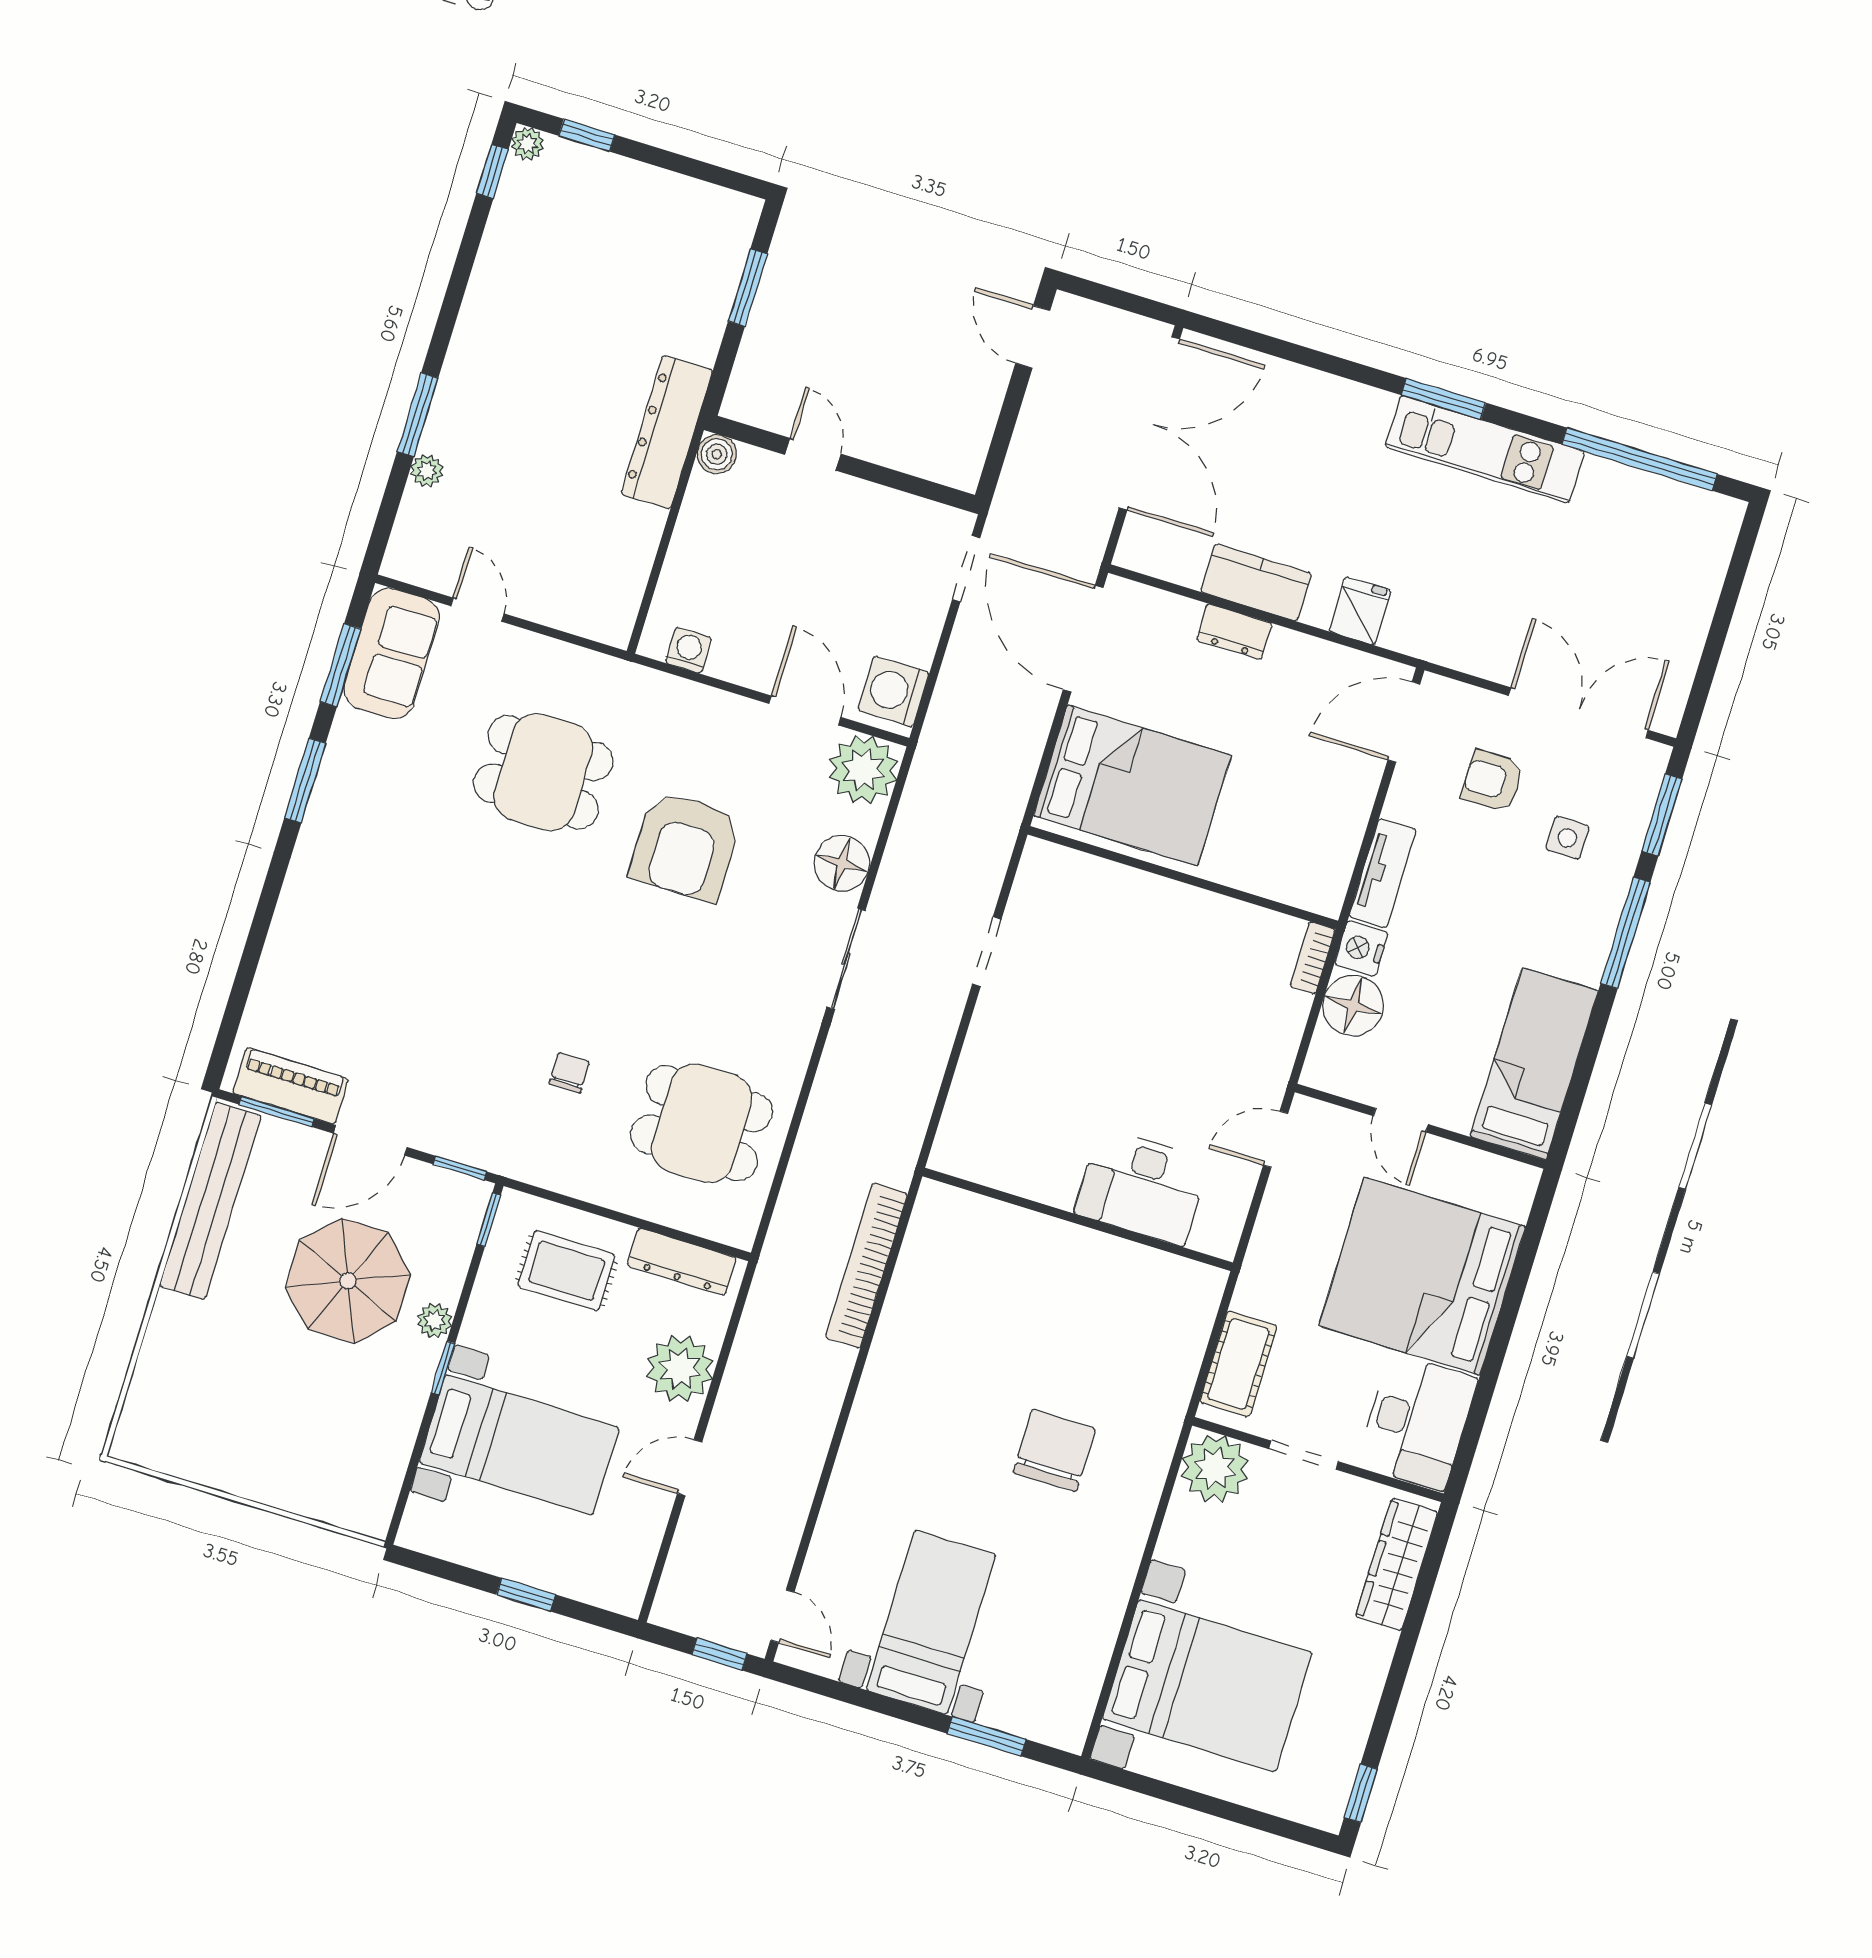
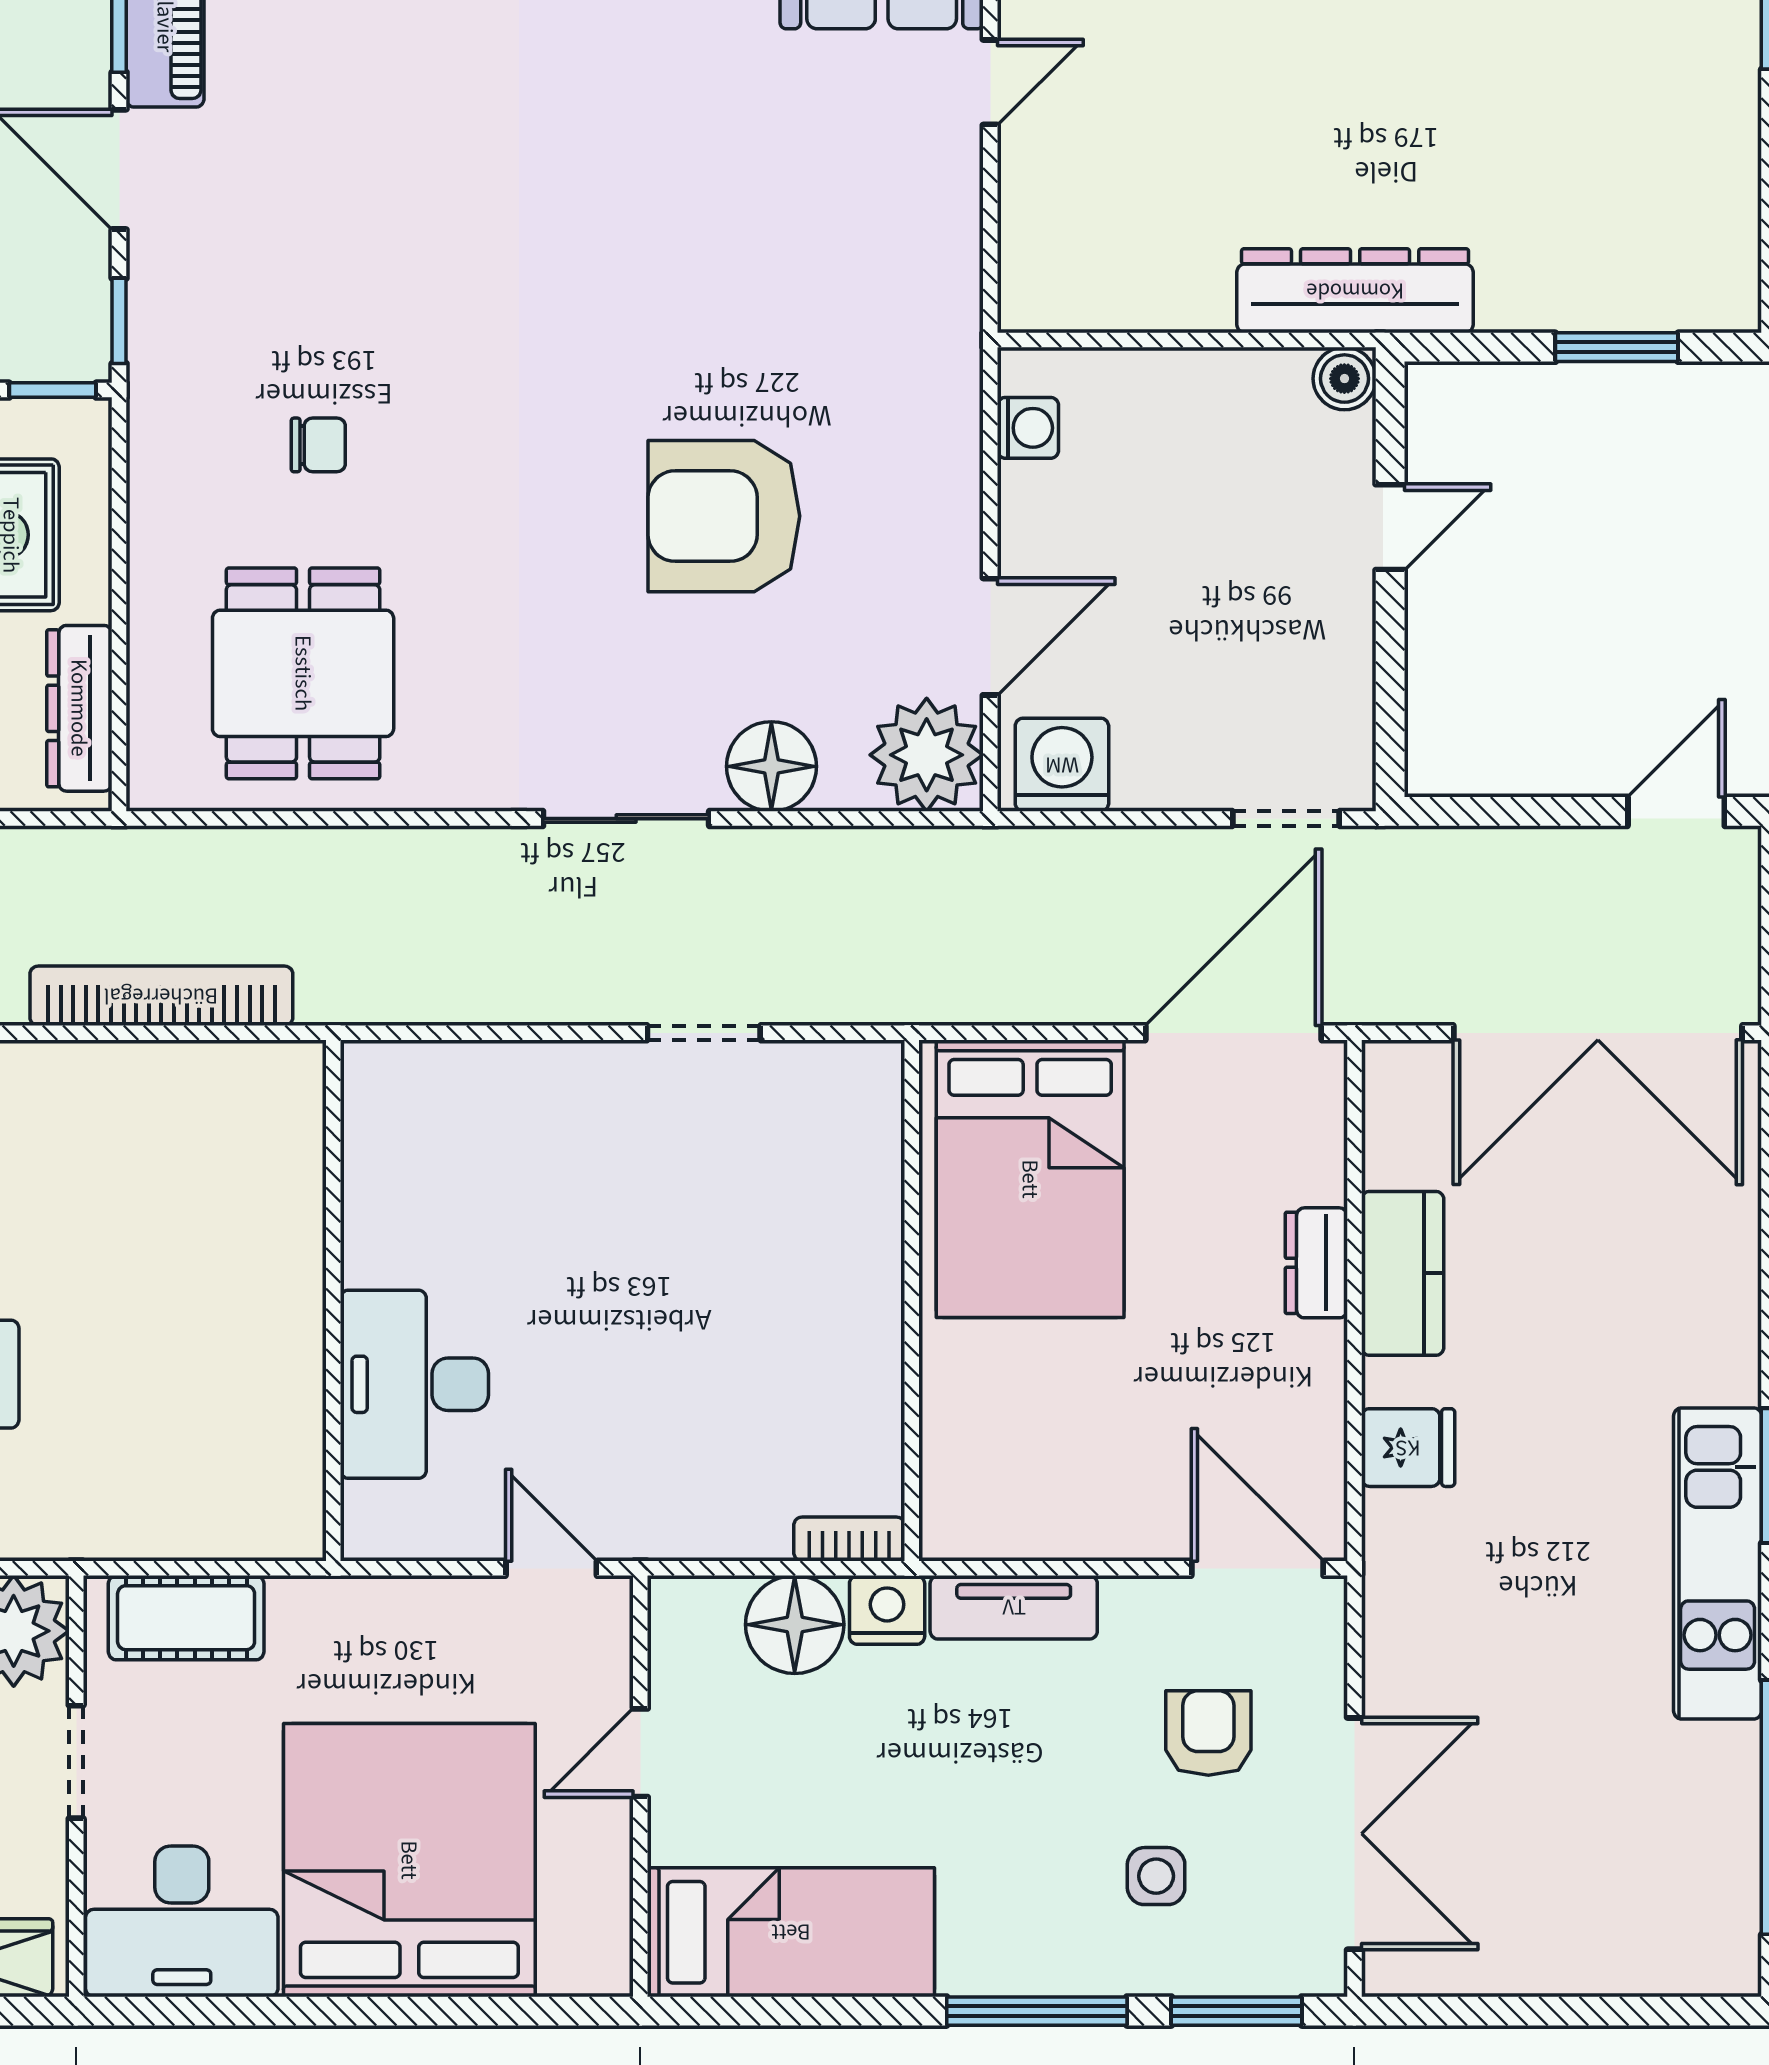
dining table: (543, 772) -> (770, 261), removed

